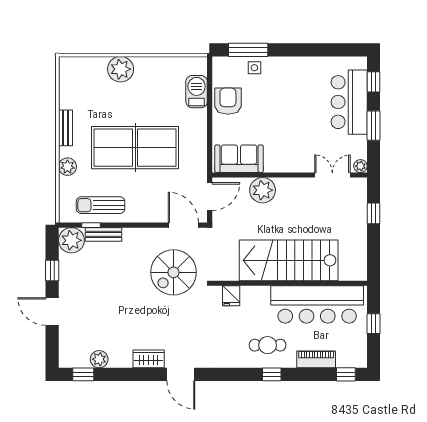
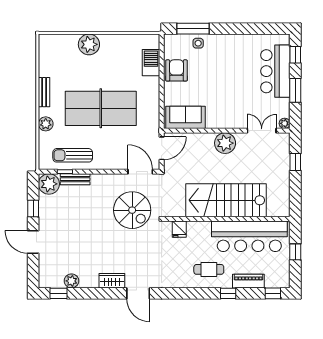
plant: (263, 190) -> (225, 143), moved
spiral stairs: (173, 272) -> (132, 210), turned -90
window: (272, 374) -> (228, 293), moved

